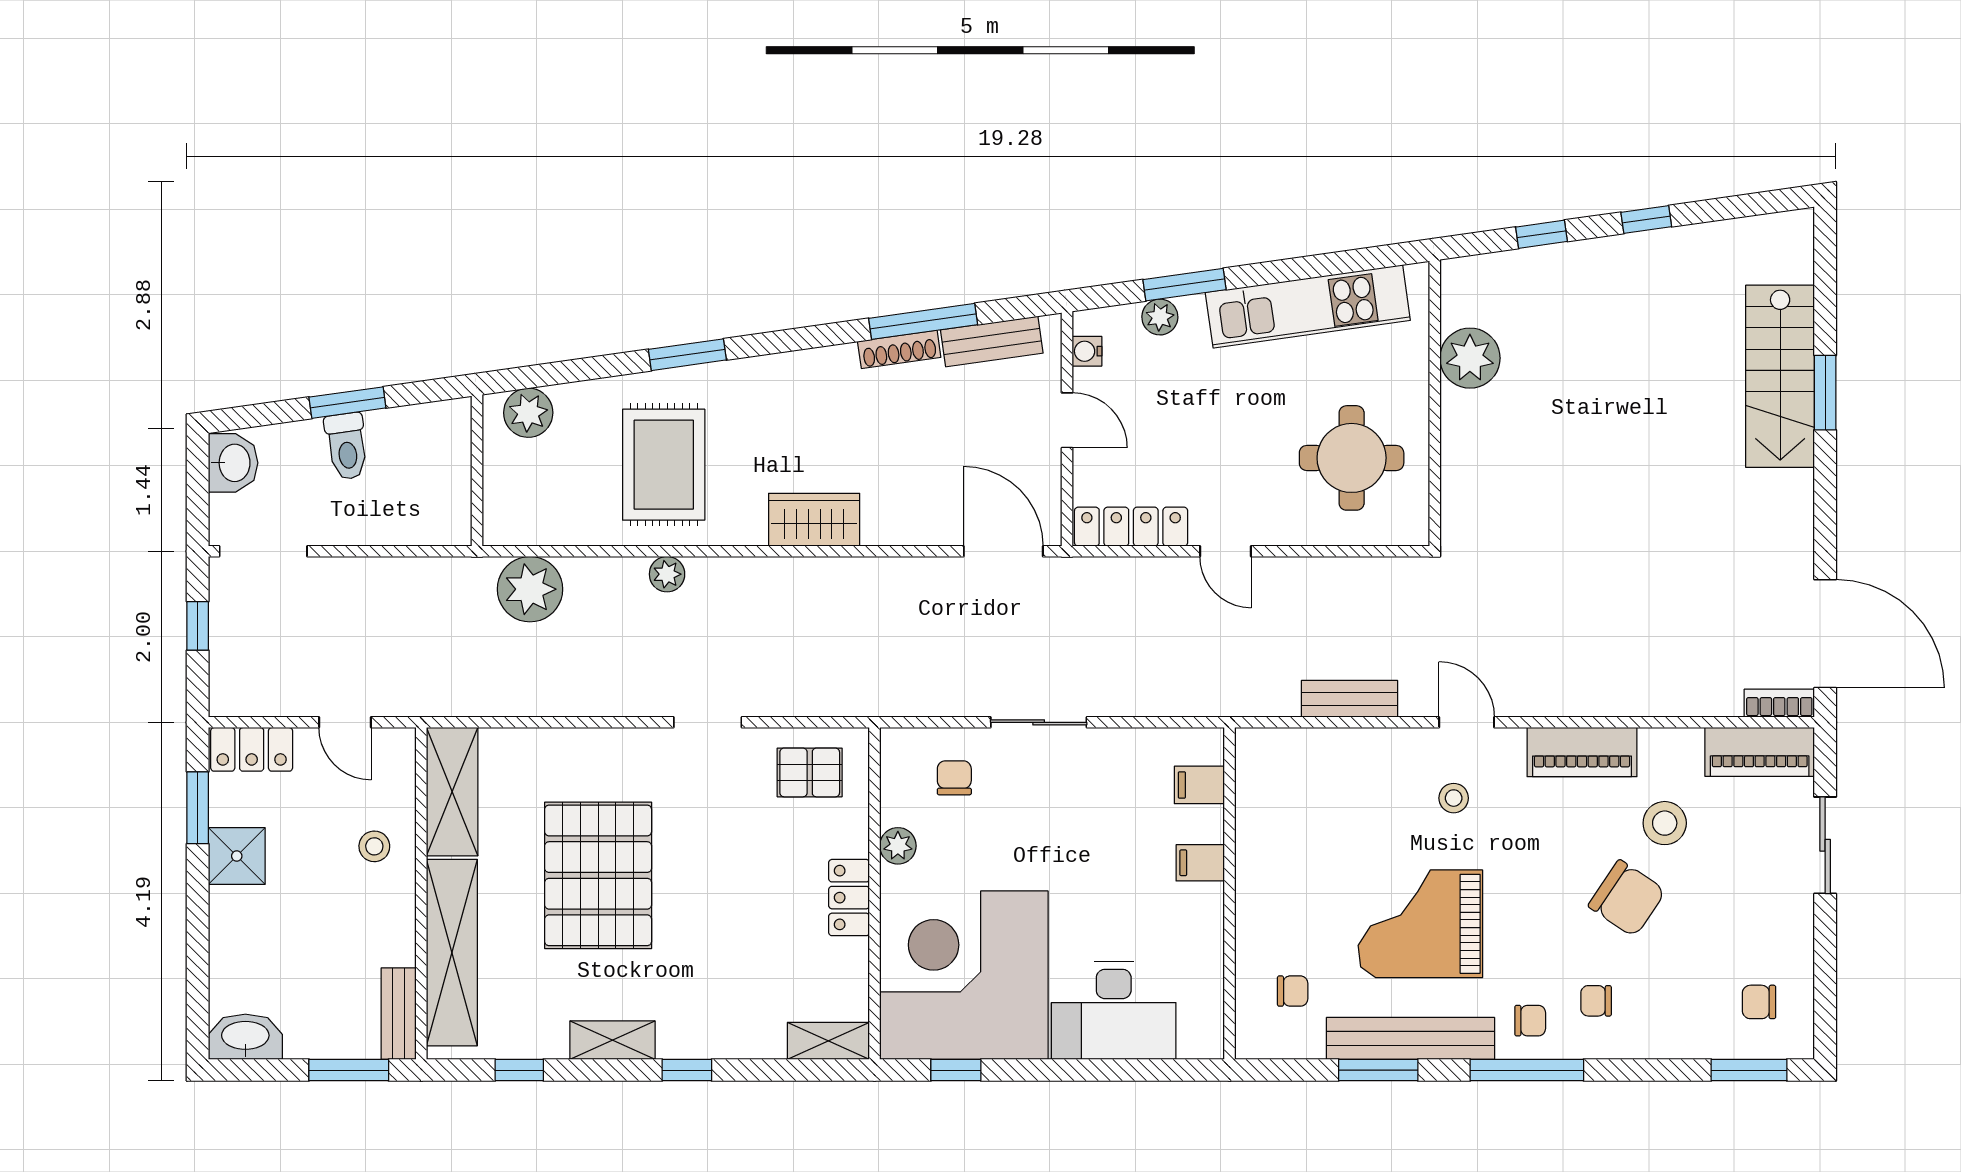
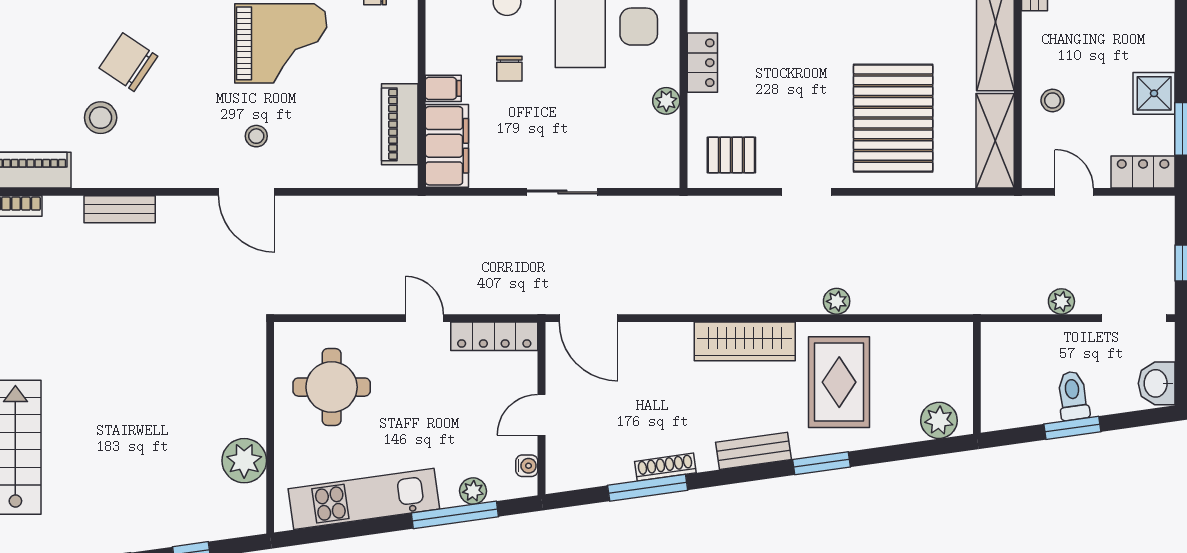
window: (1184, 285) -> (455, 515), width x1.44
bench: (992, 341) -> (754, 451), moved
door: (1067, 420) -> (542, 415), hinge flipped
wardrobe: (814, 520) -> (745, 341), width x1.50
plant: (530, 589) -> (1061, 301), moved, width x0.53, depth x0.53
bench: (1350, 699) -> (120, 209), moved
door: (1467, 722) -> (247, 192), width x1.38
piano: (1582, 752) -> (400, 124), moved, turned -90
chair: (954, 778) -> (509, 69), moved
filing cabinet: (1199, 785) -> (447, 146), width x3.00, depth x1.17
pallet: (598, 875) -> (893, 118), moved

